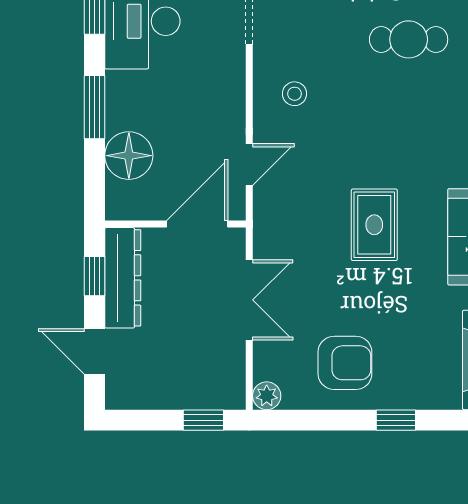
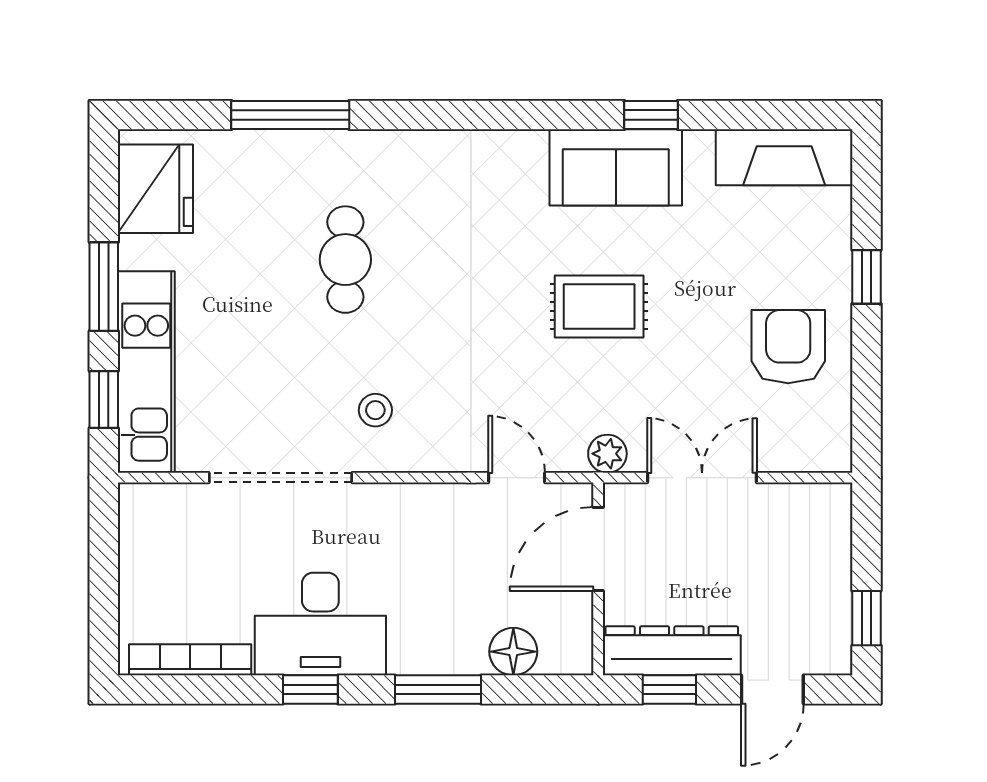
stool: (294, 94) -> (375, 410), moved
floor lamp: (129, 156) -> (513, 652), width x0.73, depth x0.73
door: (197, 224) -> (598, 549), hinge flipped
plant: (267, 396) -> (607, 454), moved
window: (203, 420) -> (866, 618), moved

